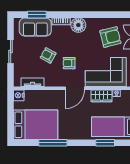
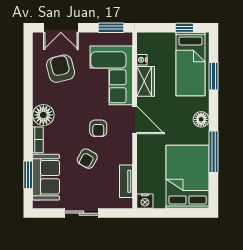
floor lamp: (75, 134) -> (201, 119), added

